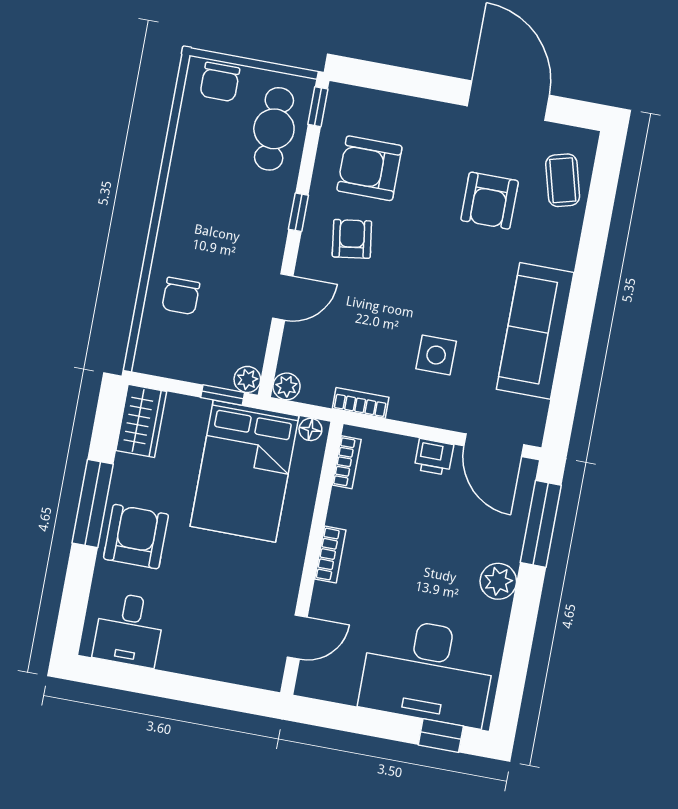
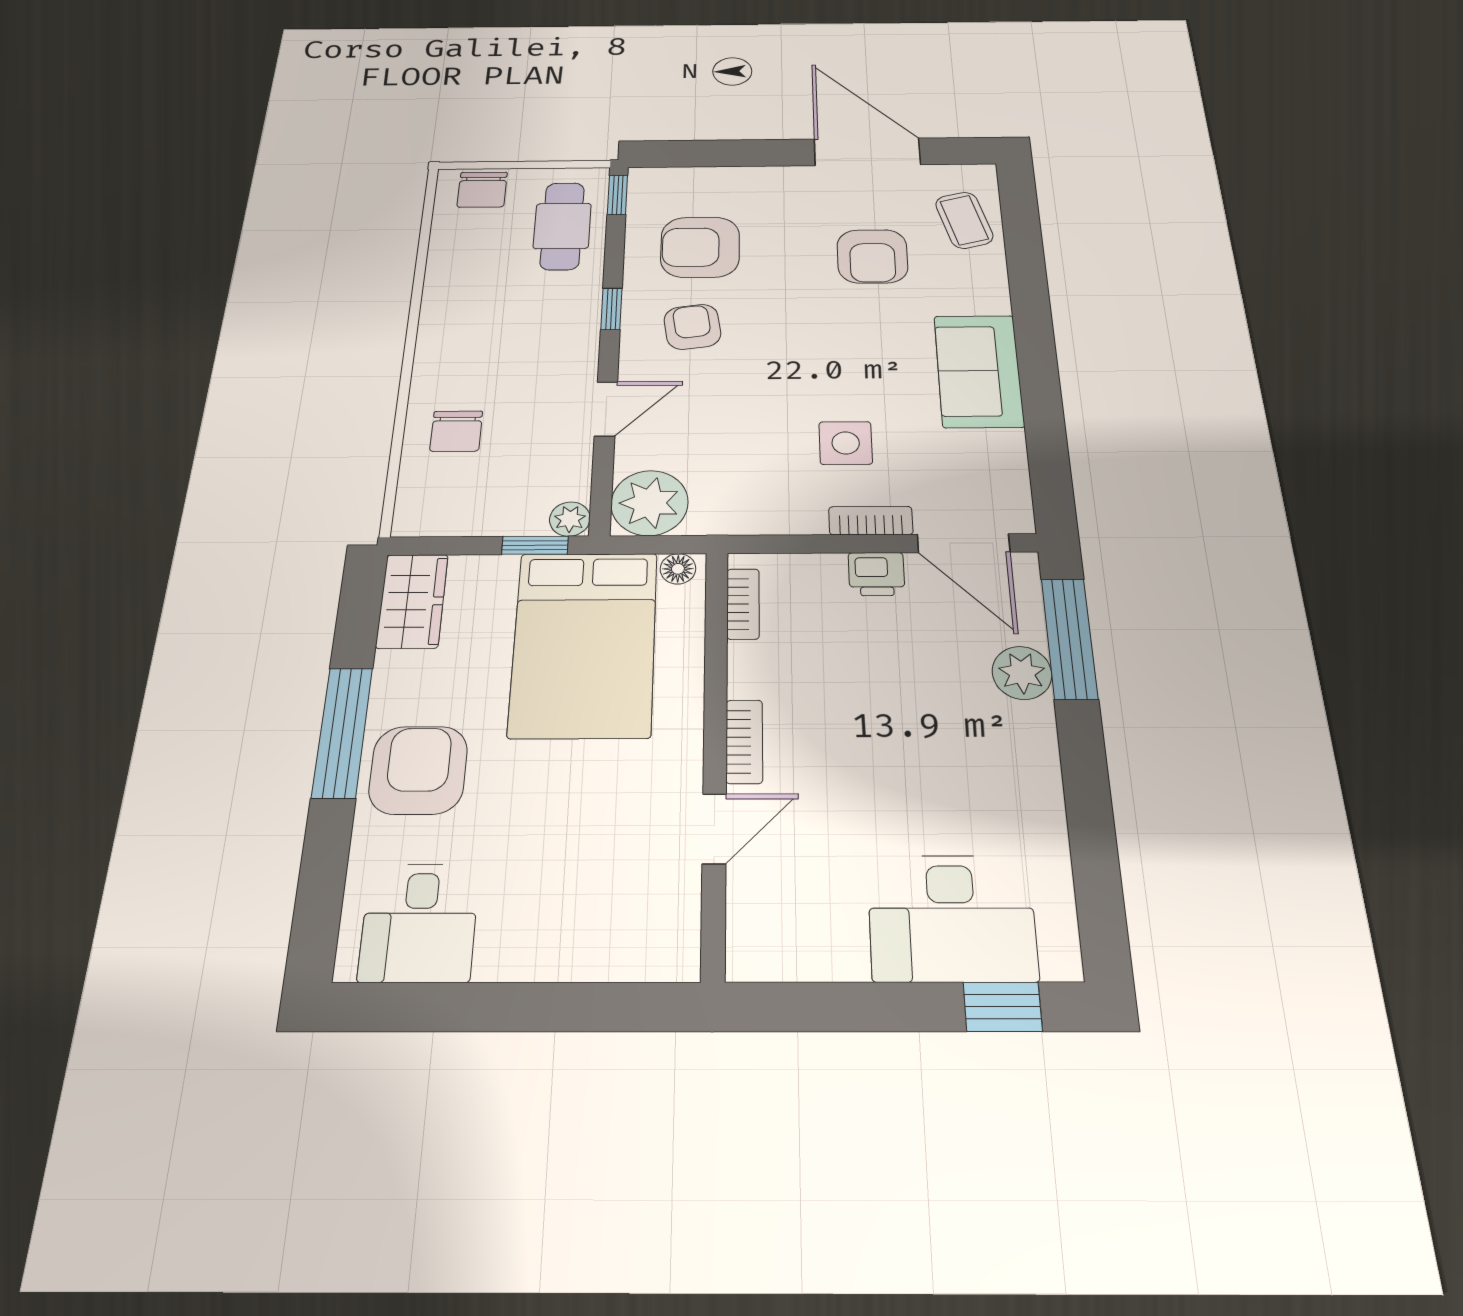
sofa: (535, 331) -> (979, 371), width x0.73
plant: (287, 386) -> (650, 503), width x1.88, depth x1.88
bookcase: (361, 403) -> (871, 521), moved
plant: (498, 581) -> (1022, 673), moved
door: (297, 637) -> (714, 829), moved
desk: (428, 672) -> (952, 918), width x0.73, depth x0.77

